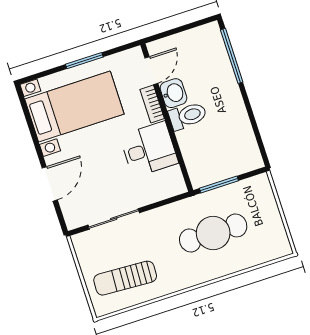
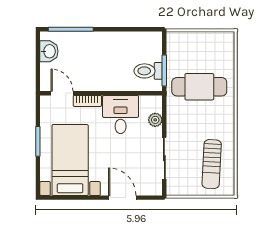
washbasin: (173, 93) -> (49, 51), moved, turned 90
toilet: (188, 116) -> (148, 71), moved, turned -90
plant: (156, 193) -> (155, 120), added
cafe table: (213, 233) -> (199, 87), turned 90

